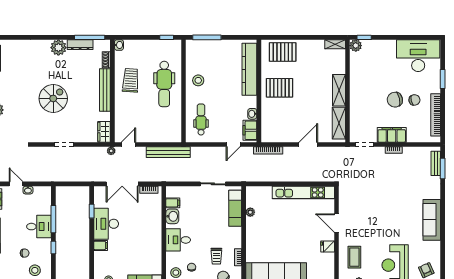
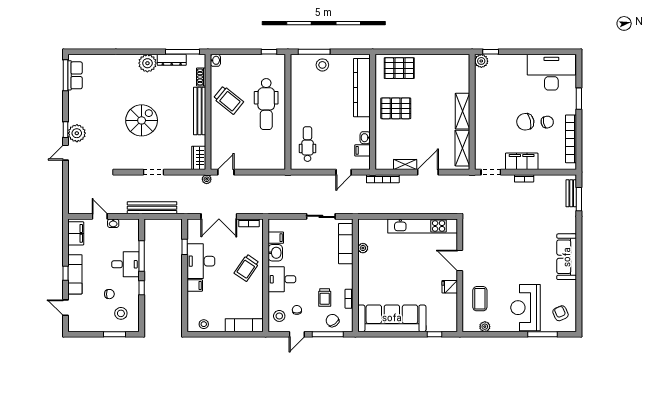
shelving: (335, 44) -> (405, 164), moved
trolley: (131, 80) -> (228, 100), turned 125
stool: (198, 80) -> (322, 65), moved
filing cabinet: (250, 130) -> (362, 150), width x0.50
bench: (168, 152) -> (152, 208), moved
trolley: (147, 230) -> (247, 268), added

